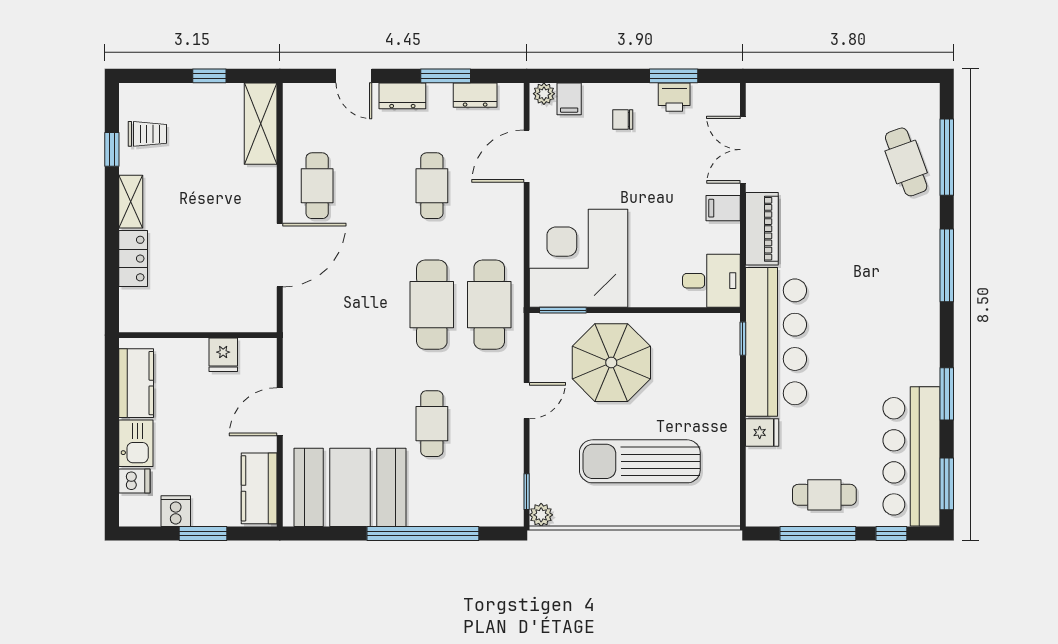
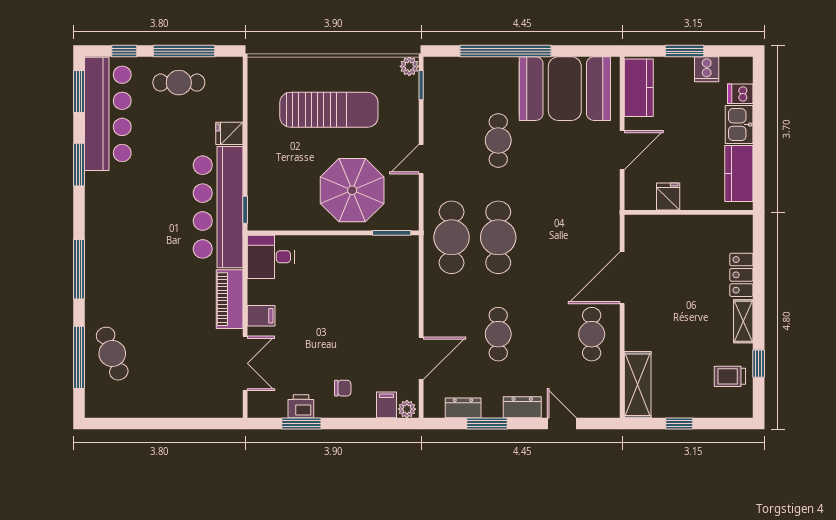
corner desk: (578, 258) -> (379, 275), removed

